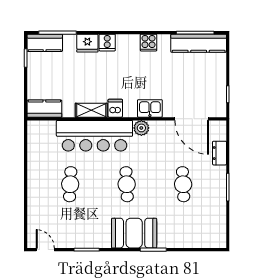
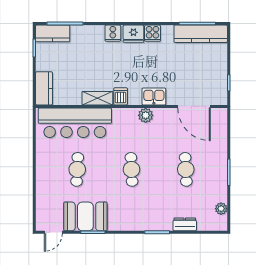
fridge: (87, 43) -> (133, 34), moved
kitchen counter: (44, 109) -> (44, 88), moved, turned 90
bar counter: (94, 136) -> (75, 123), moved
dresser: (220, 153) -> (185, 224), moved, turned 90
plant: (220, 225) -> (221, 209), added
booth: (134, 233) -> (85, 216), moved
door: (45, 250) -> (53, 232), swing flipped

